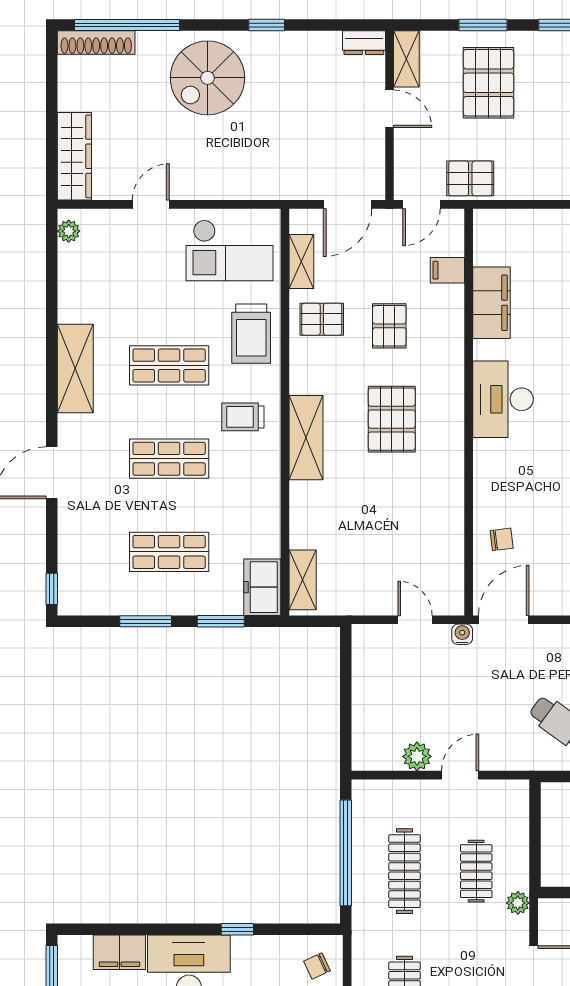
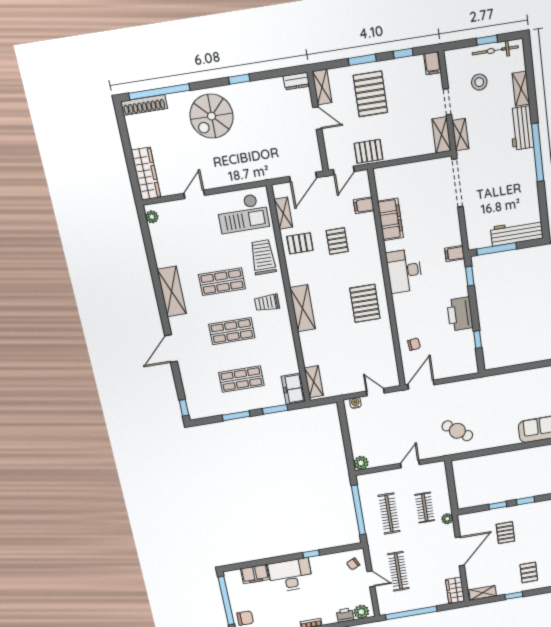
trolley: (251, 334) -> (263, 257), turned 180
pallet: (392, 419) -> (365, 303), moved
water cooler: (462, 634) -> (355, 403), moved
plant: (417, 756) -> (361, 463), moved

